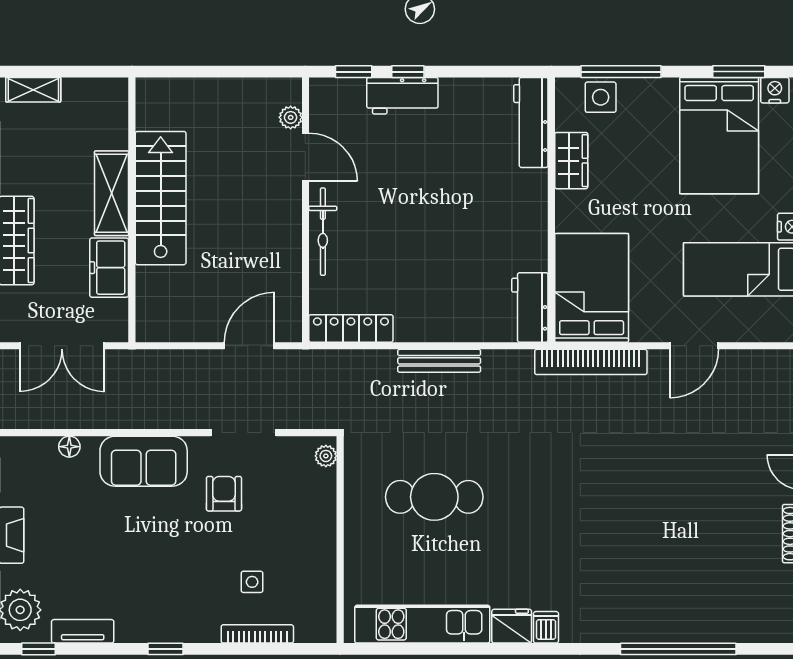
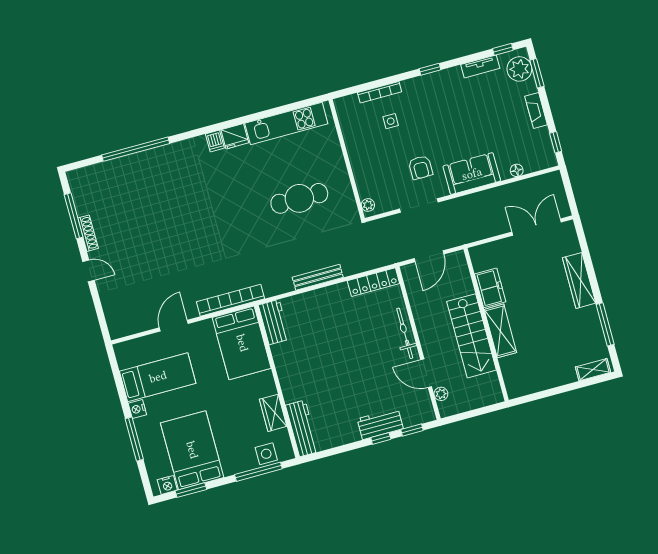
shelving: (112, 193) -> (500, 331), moved
stairs: (161, 198) -> (471, 336), moved
wall: (132, 210) -> (486, 325), moved
freezer: (109, 268) -> (490, 288), moved

